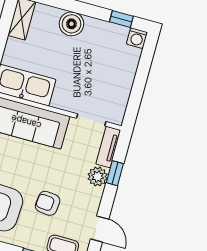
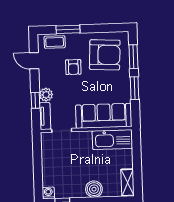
armchair: (48, 203) -> (73, 67), turned 84

